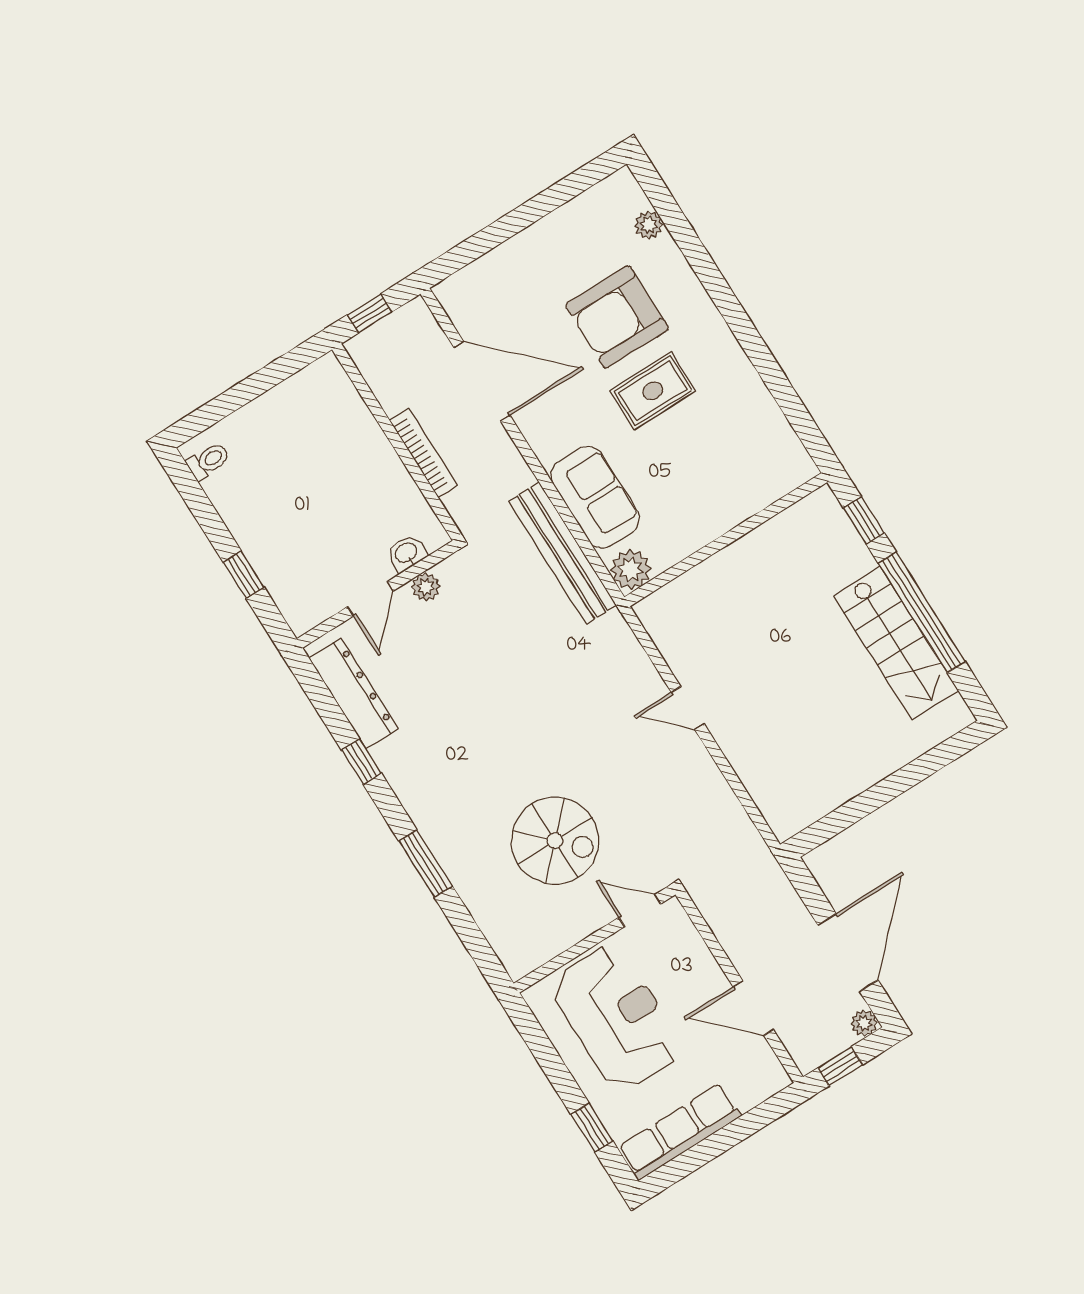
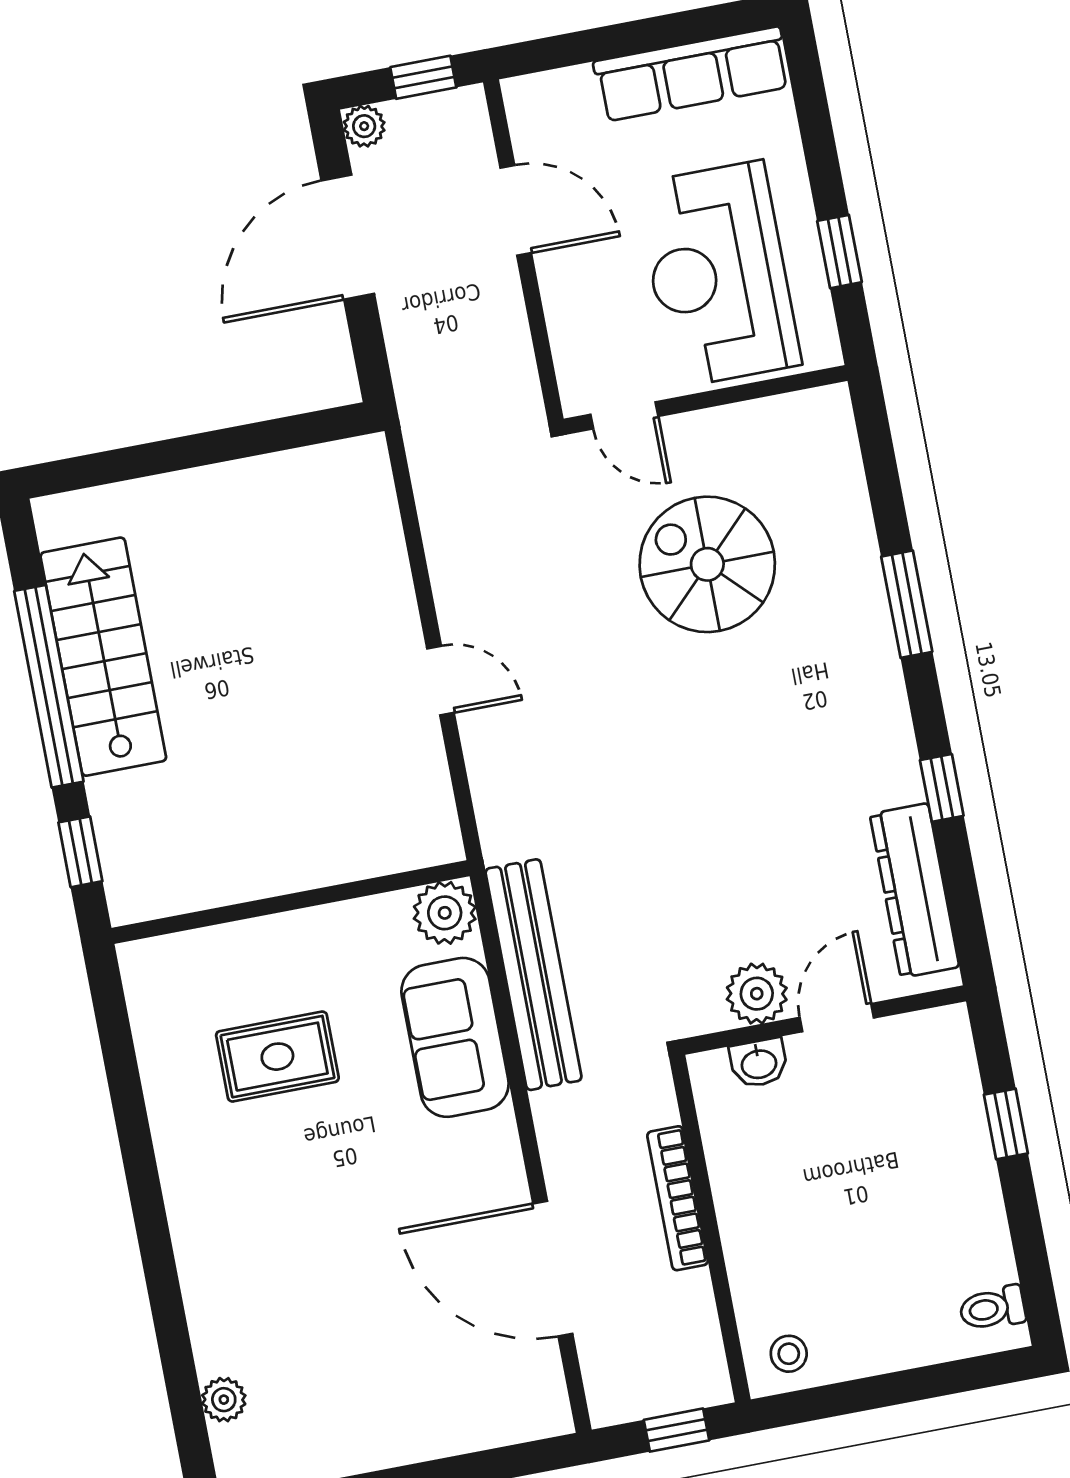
armchair: (617, 317) -> (321, 1285), removed
stool: (320, 386) -> (789, 1354), added
rug: (653, 391) -> (277, 1057), moved
plant: (426, 587) -> (757, 994), width x1.38, depth x1.38
window: (592, 1128) -> (839, 252), moved

